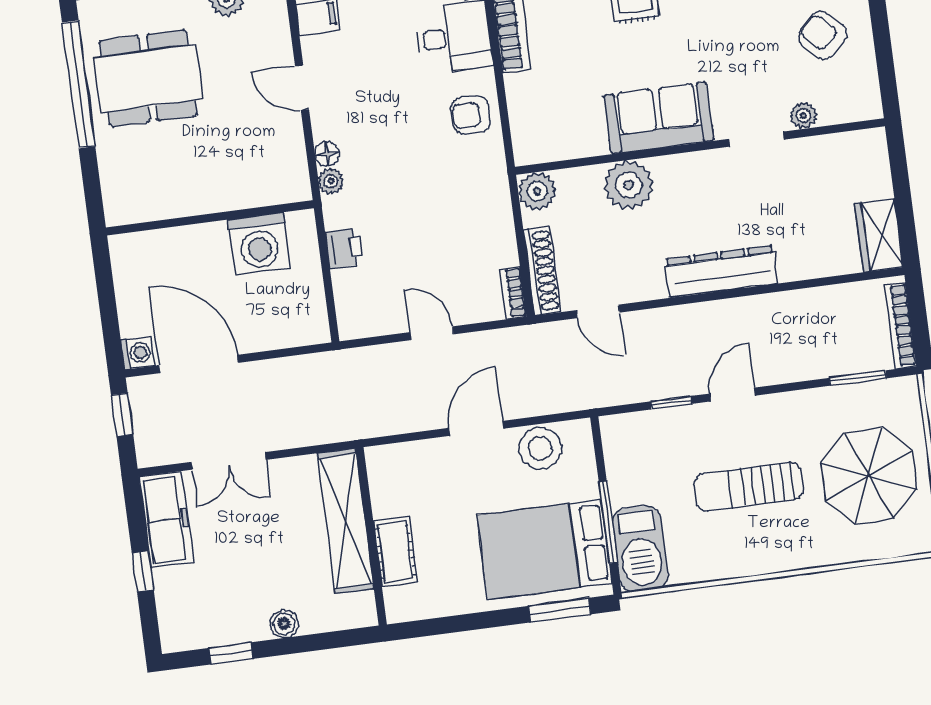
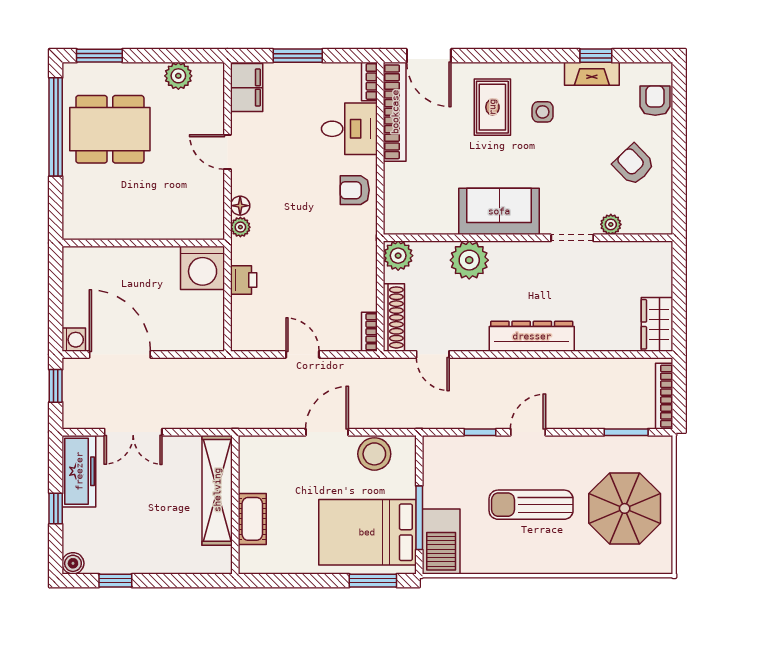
washing machine: (259, 244) -> (203, 268), moved
boiler: (284, 624) -> (73, 563), moved

